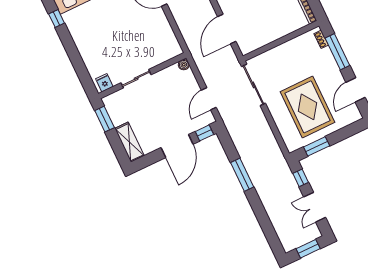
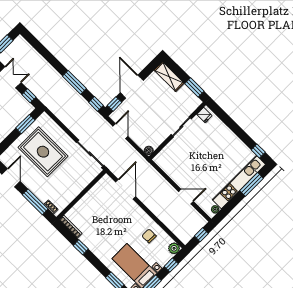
window: (226, 141) -> (96, 104), added

